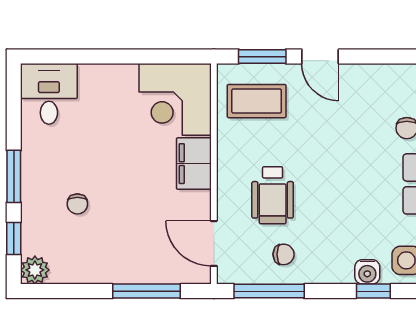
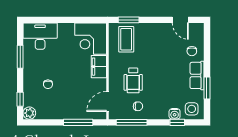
door: (320, 57) -> (180, 20), moved
desk: (49, 94) -> (40, 36), width x1.37
coffee table: (257, 101) -> (126, 39), turned 90
window: (14, 176) -> (20, 57), moved
door: (214, 243) -> (108, 101), hinge flipped

